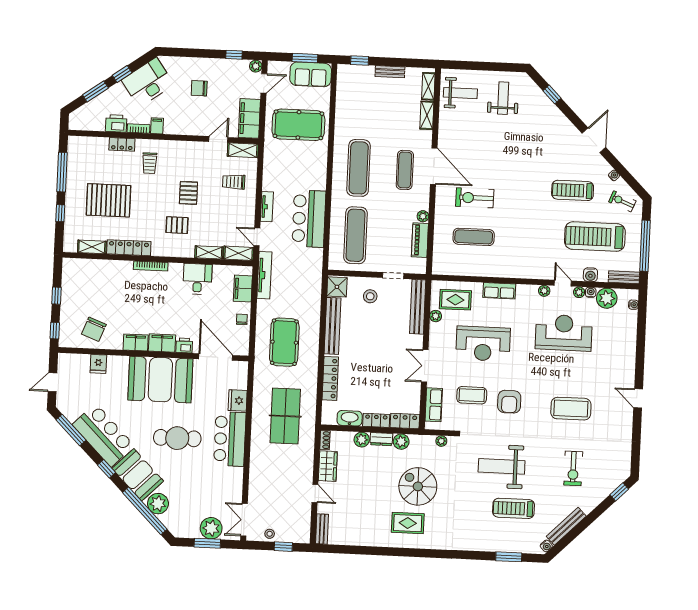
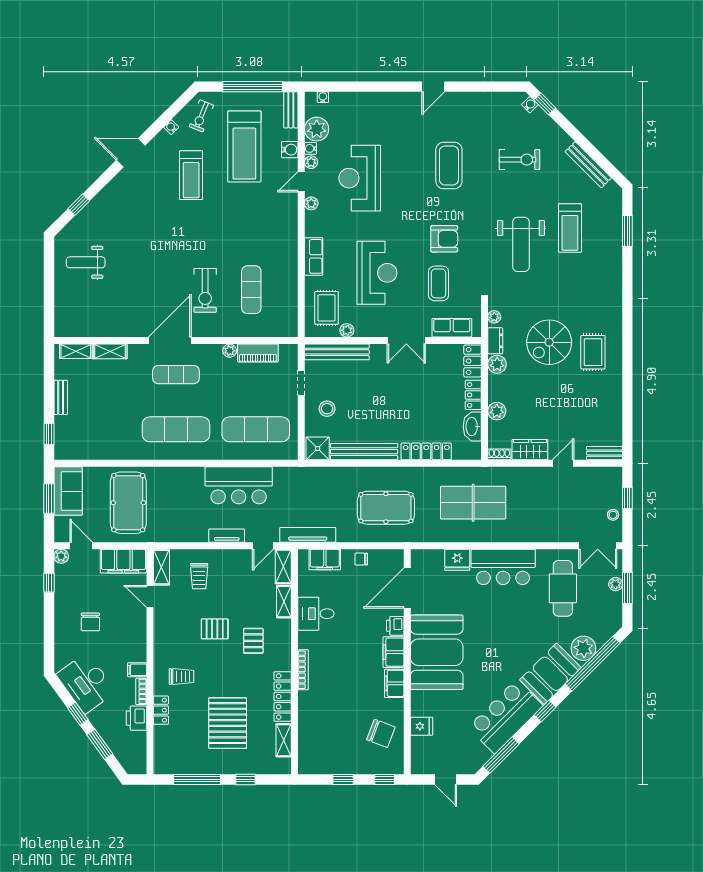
weight bench: (460, 93) -> (82, 313), removed
cafe table: (177, 438) -> (563, 588), moved
dresser: (381, 439) -> (495, 341), moved
plant: (211, 528) -> (616, 584), width x0.53, depth x0.53
water cooler: (546, 546) -> (530, 105), moved

